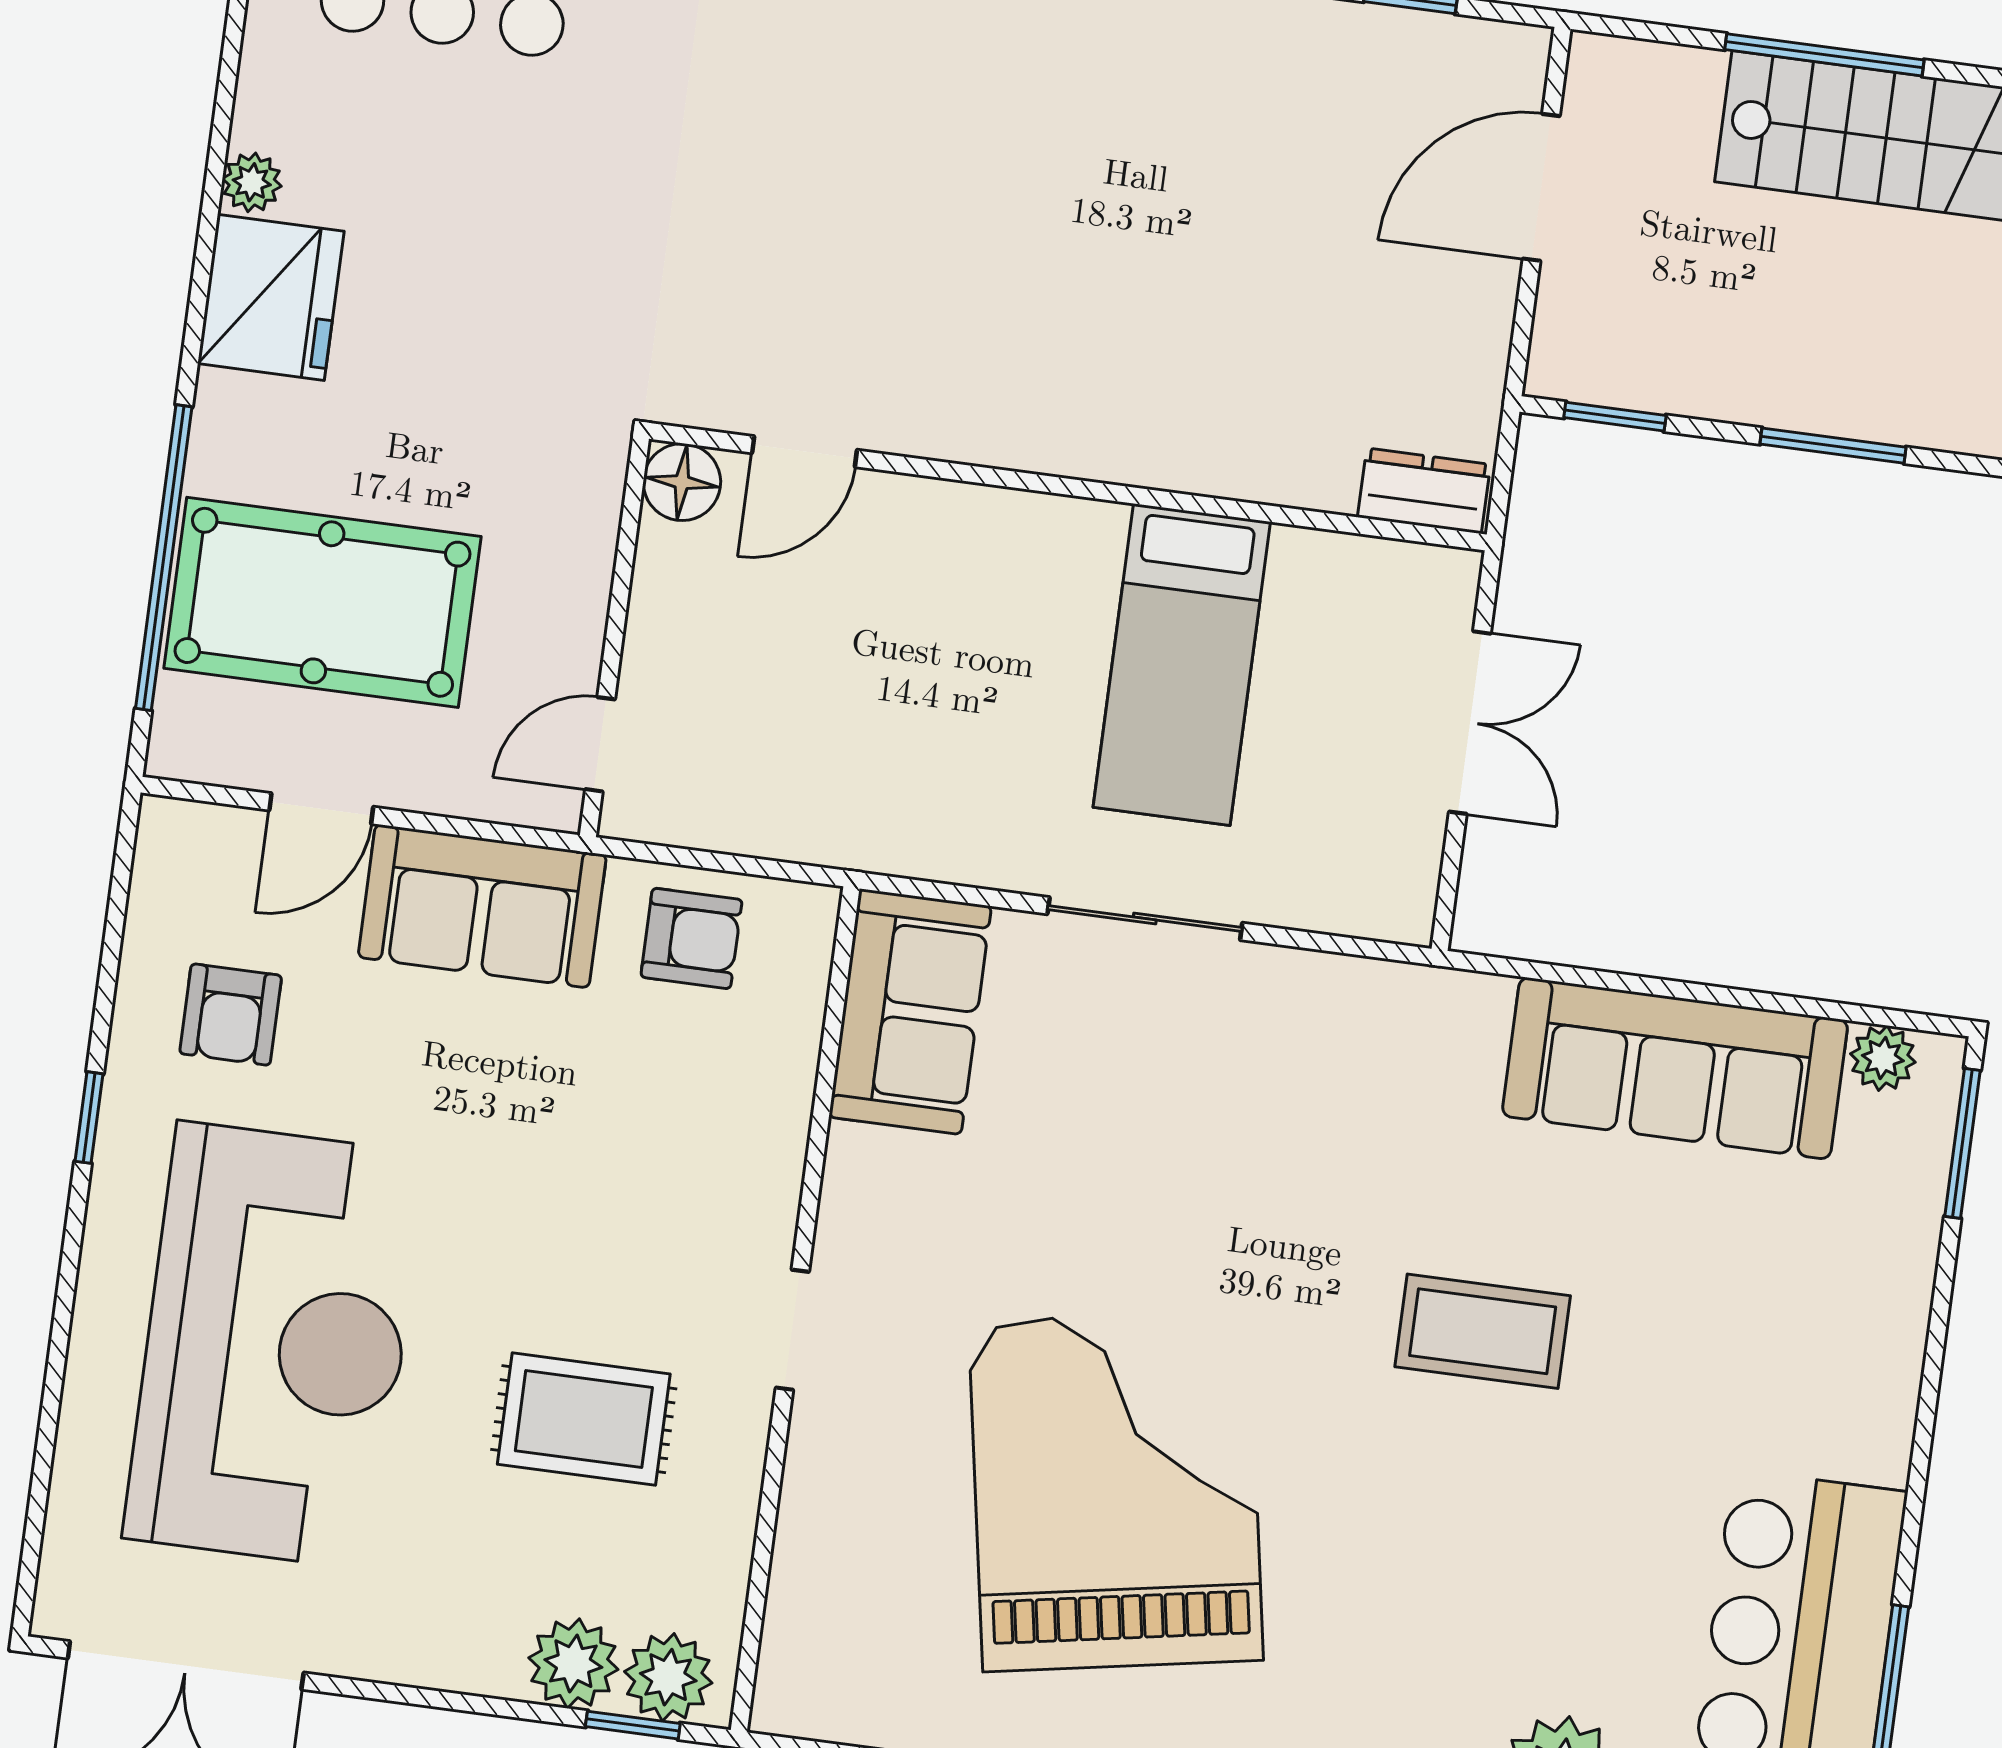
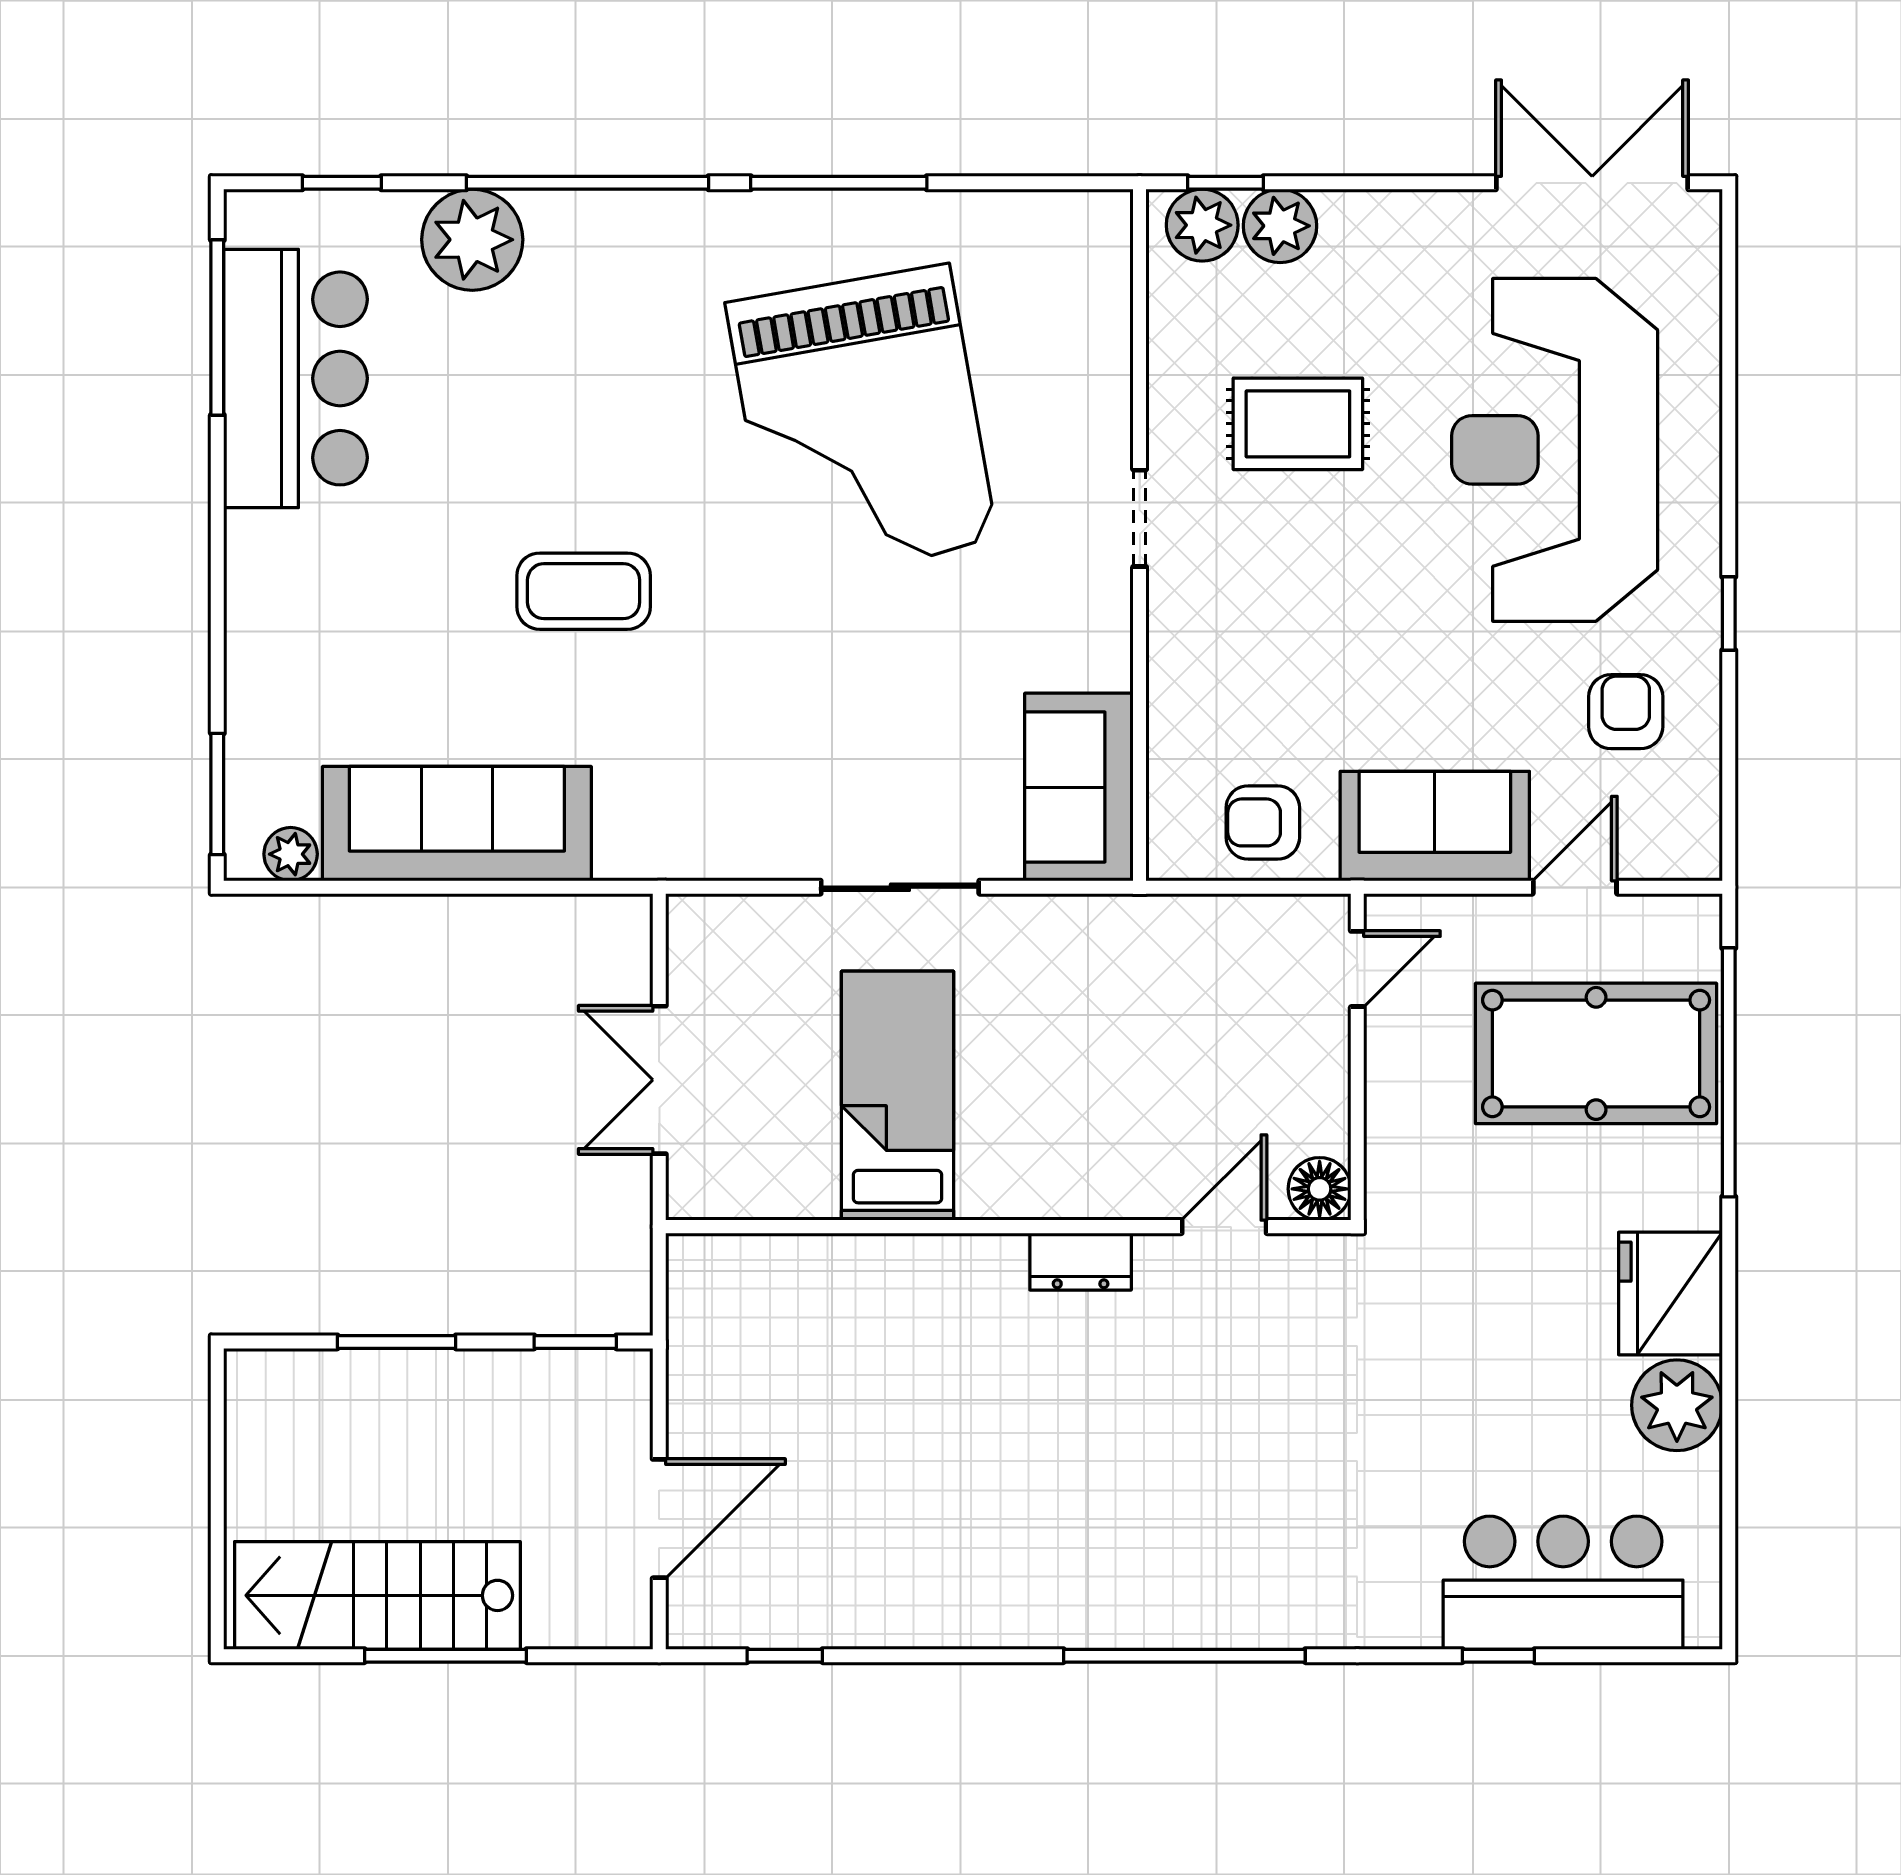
plant: (252, 182) -> (1677, 1405), width x1.88, depth x1.88
dresser: (1424, 491) -> (1081, 1262), moved

